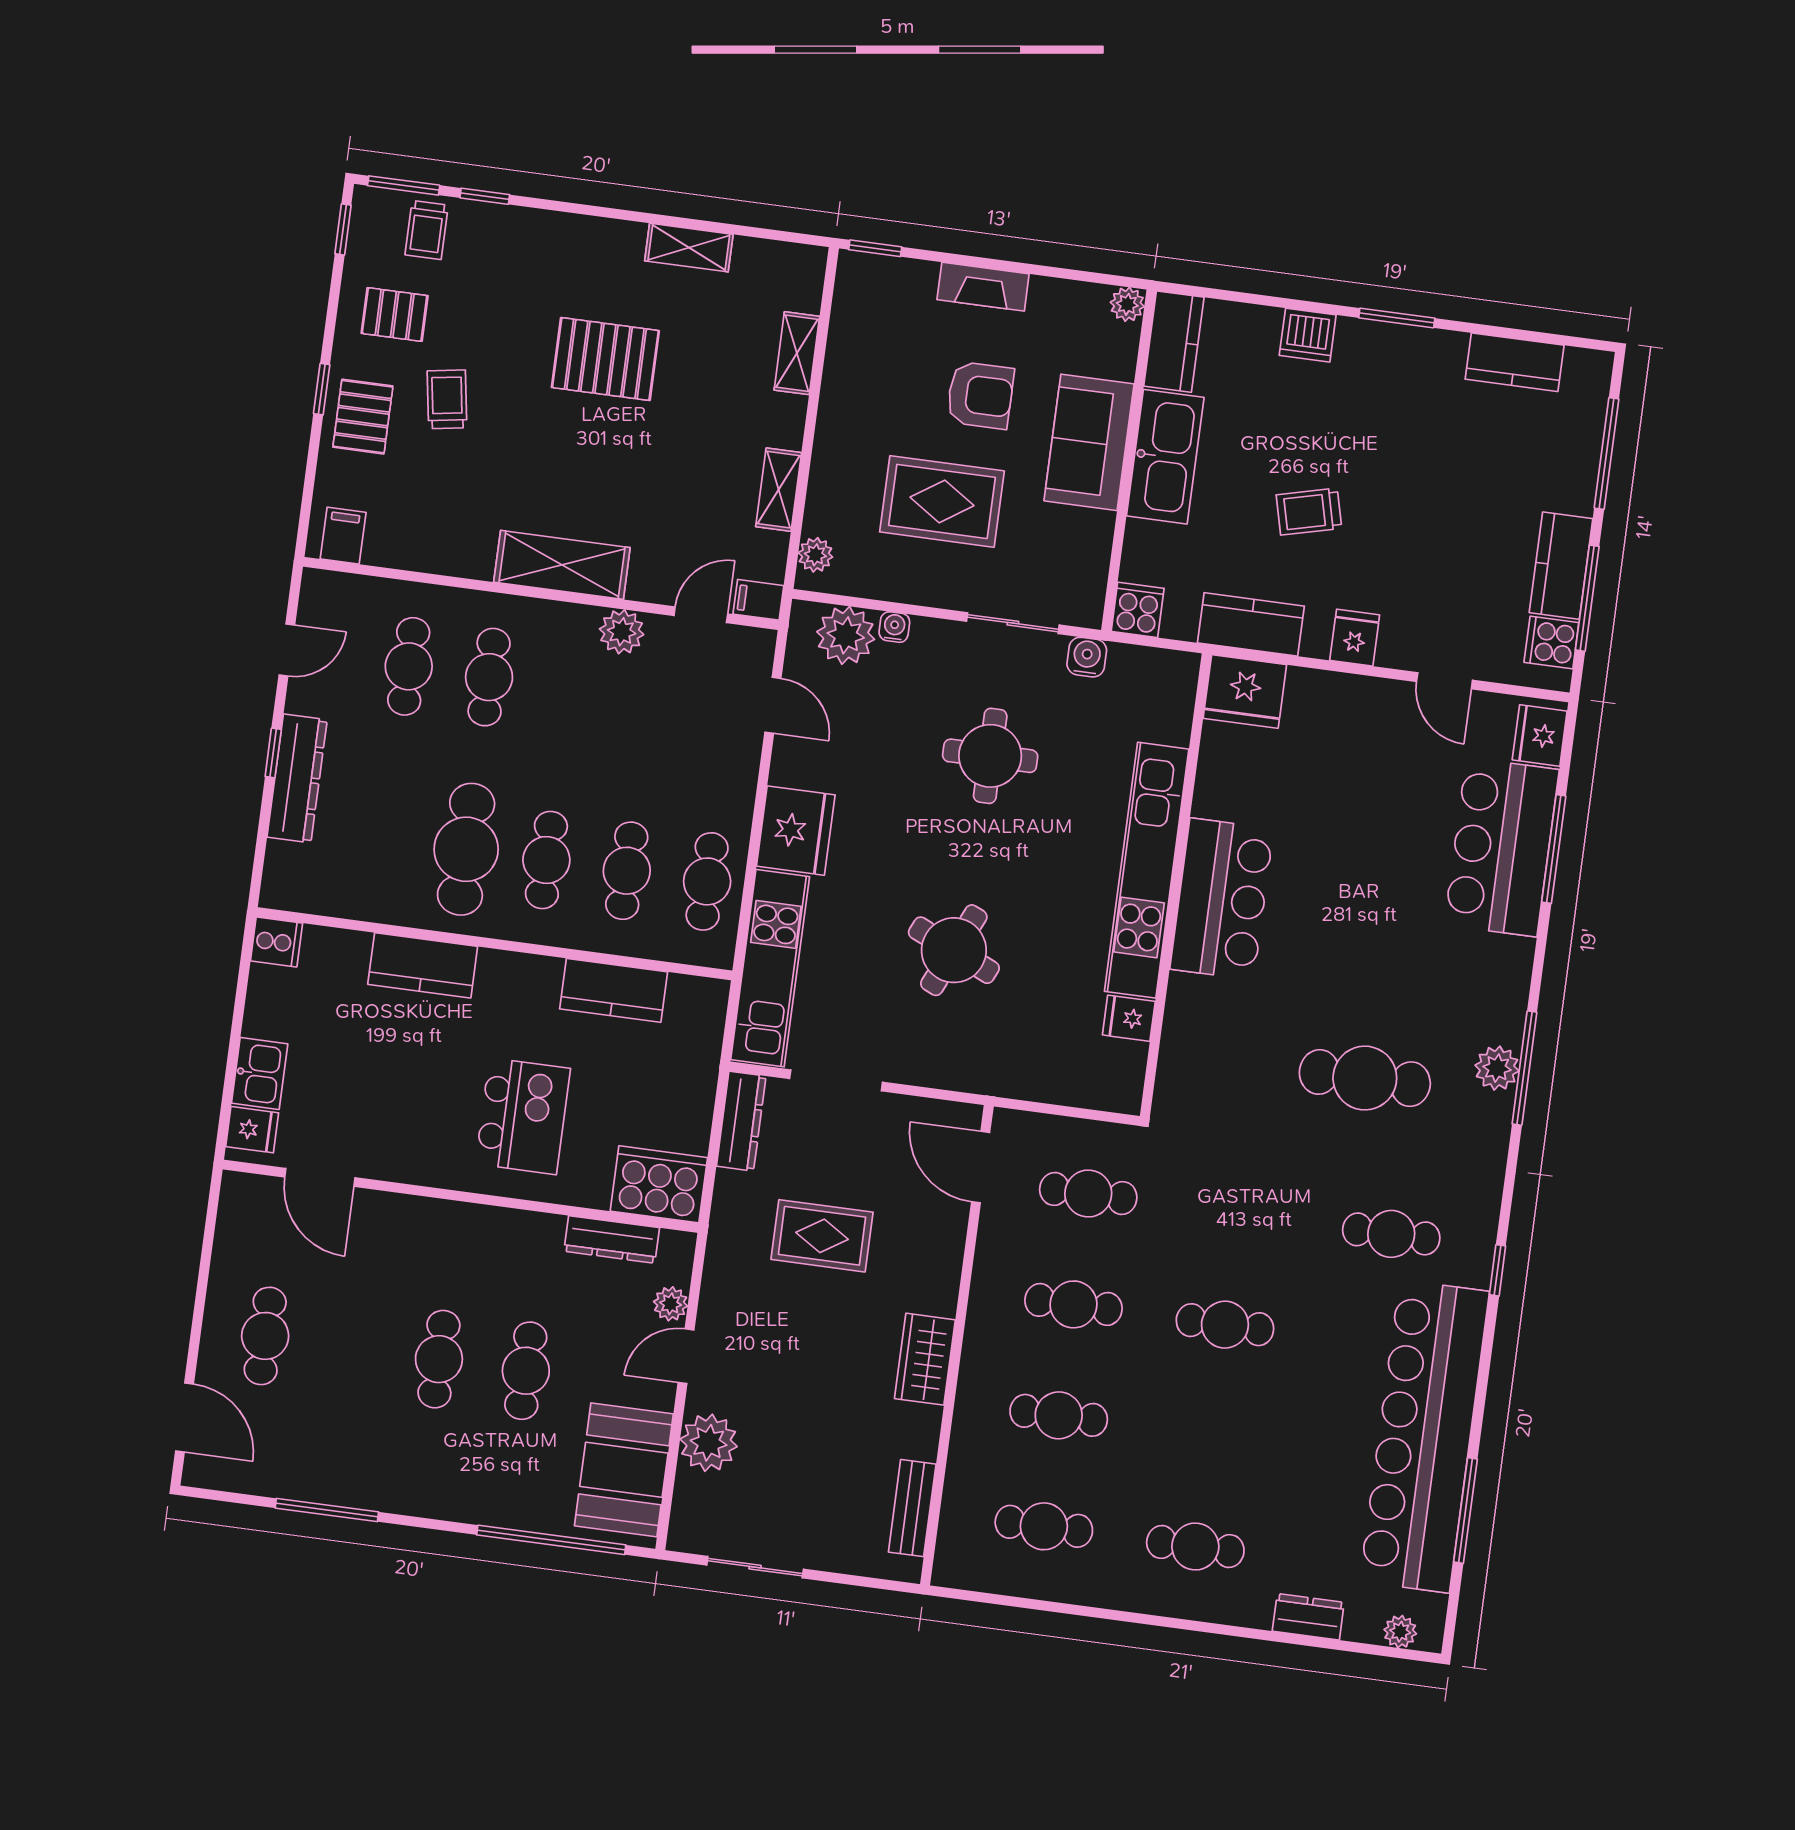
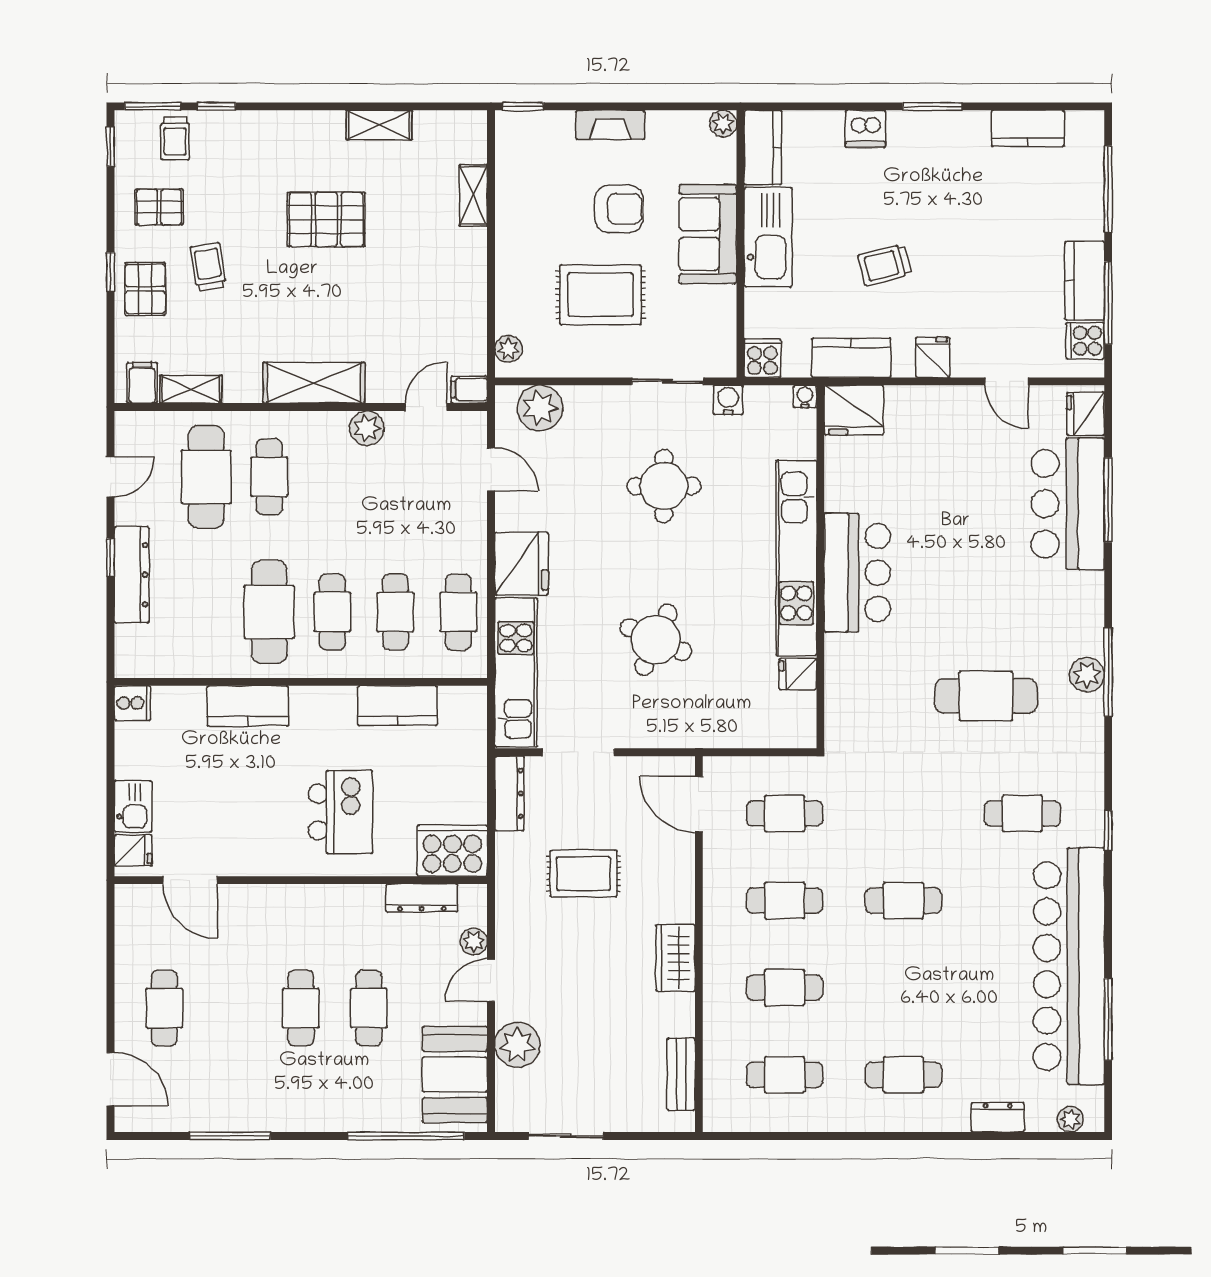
shelving: (779, 490) -> (191, 389), moved, turned 90
water cooler: (894, 627) -> (805, 397), moved
cafe table: (409, 666) -> (206, 477), width x1.37, depth x1.35

